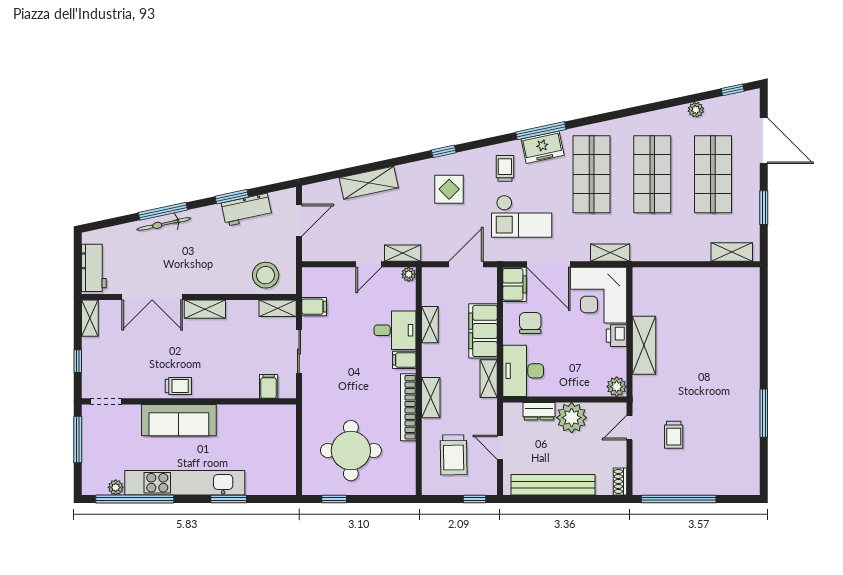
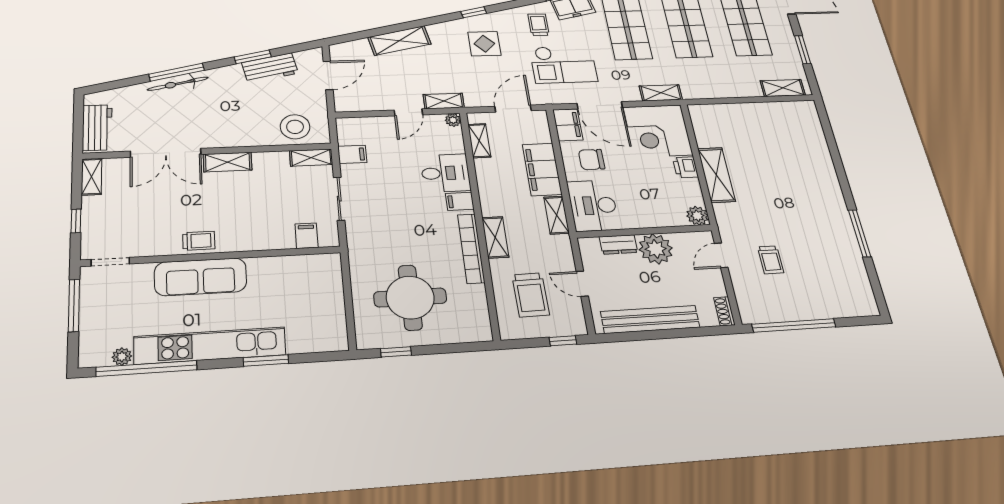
chair: (530, 323) -> (592, 160), turned -90
shelving: (430, 325) -> (479, 141), moved

